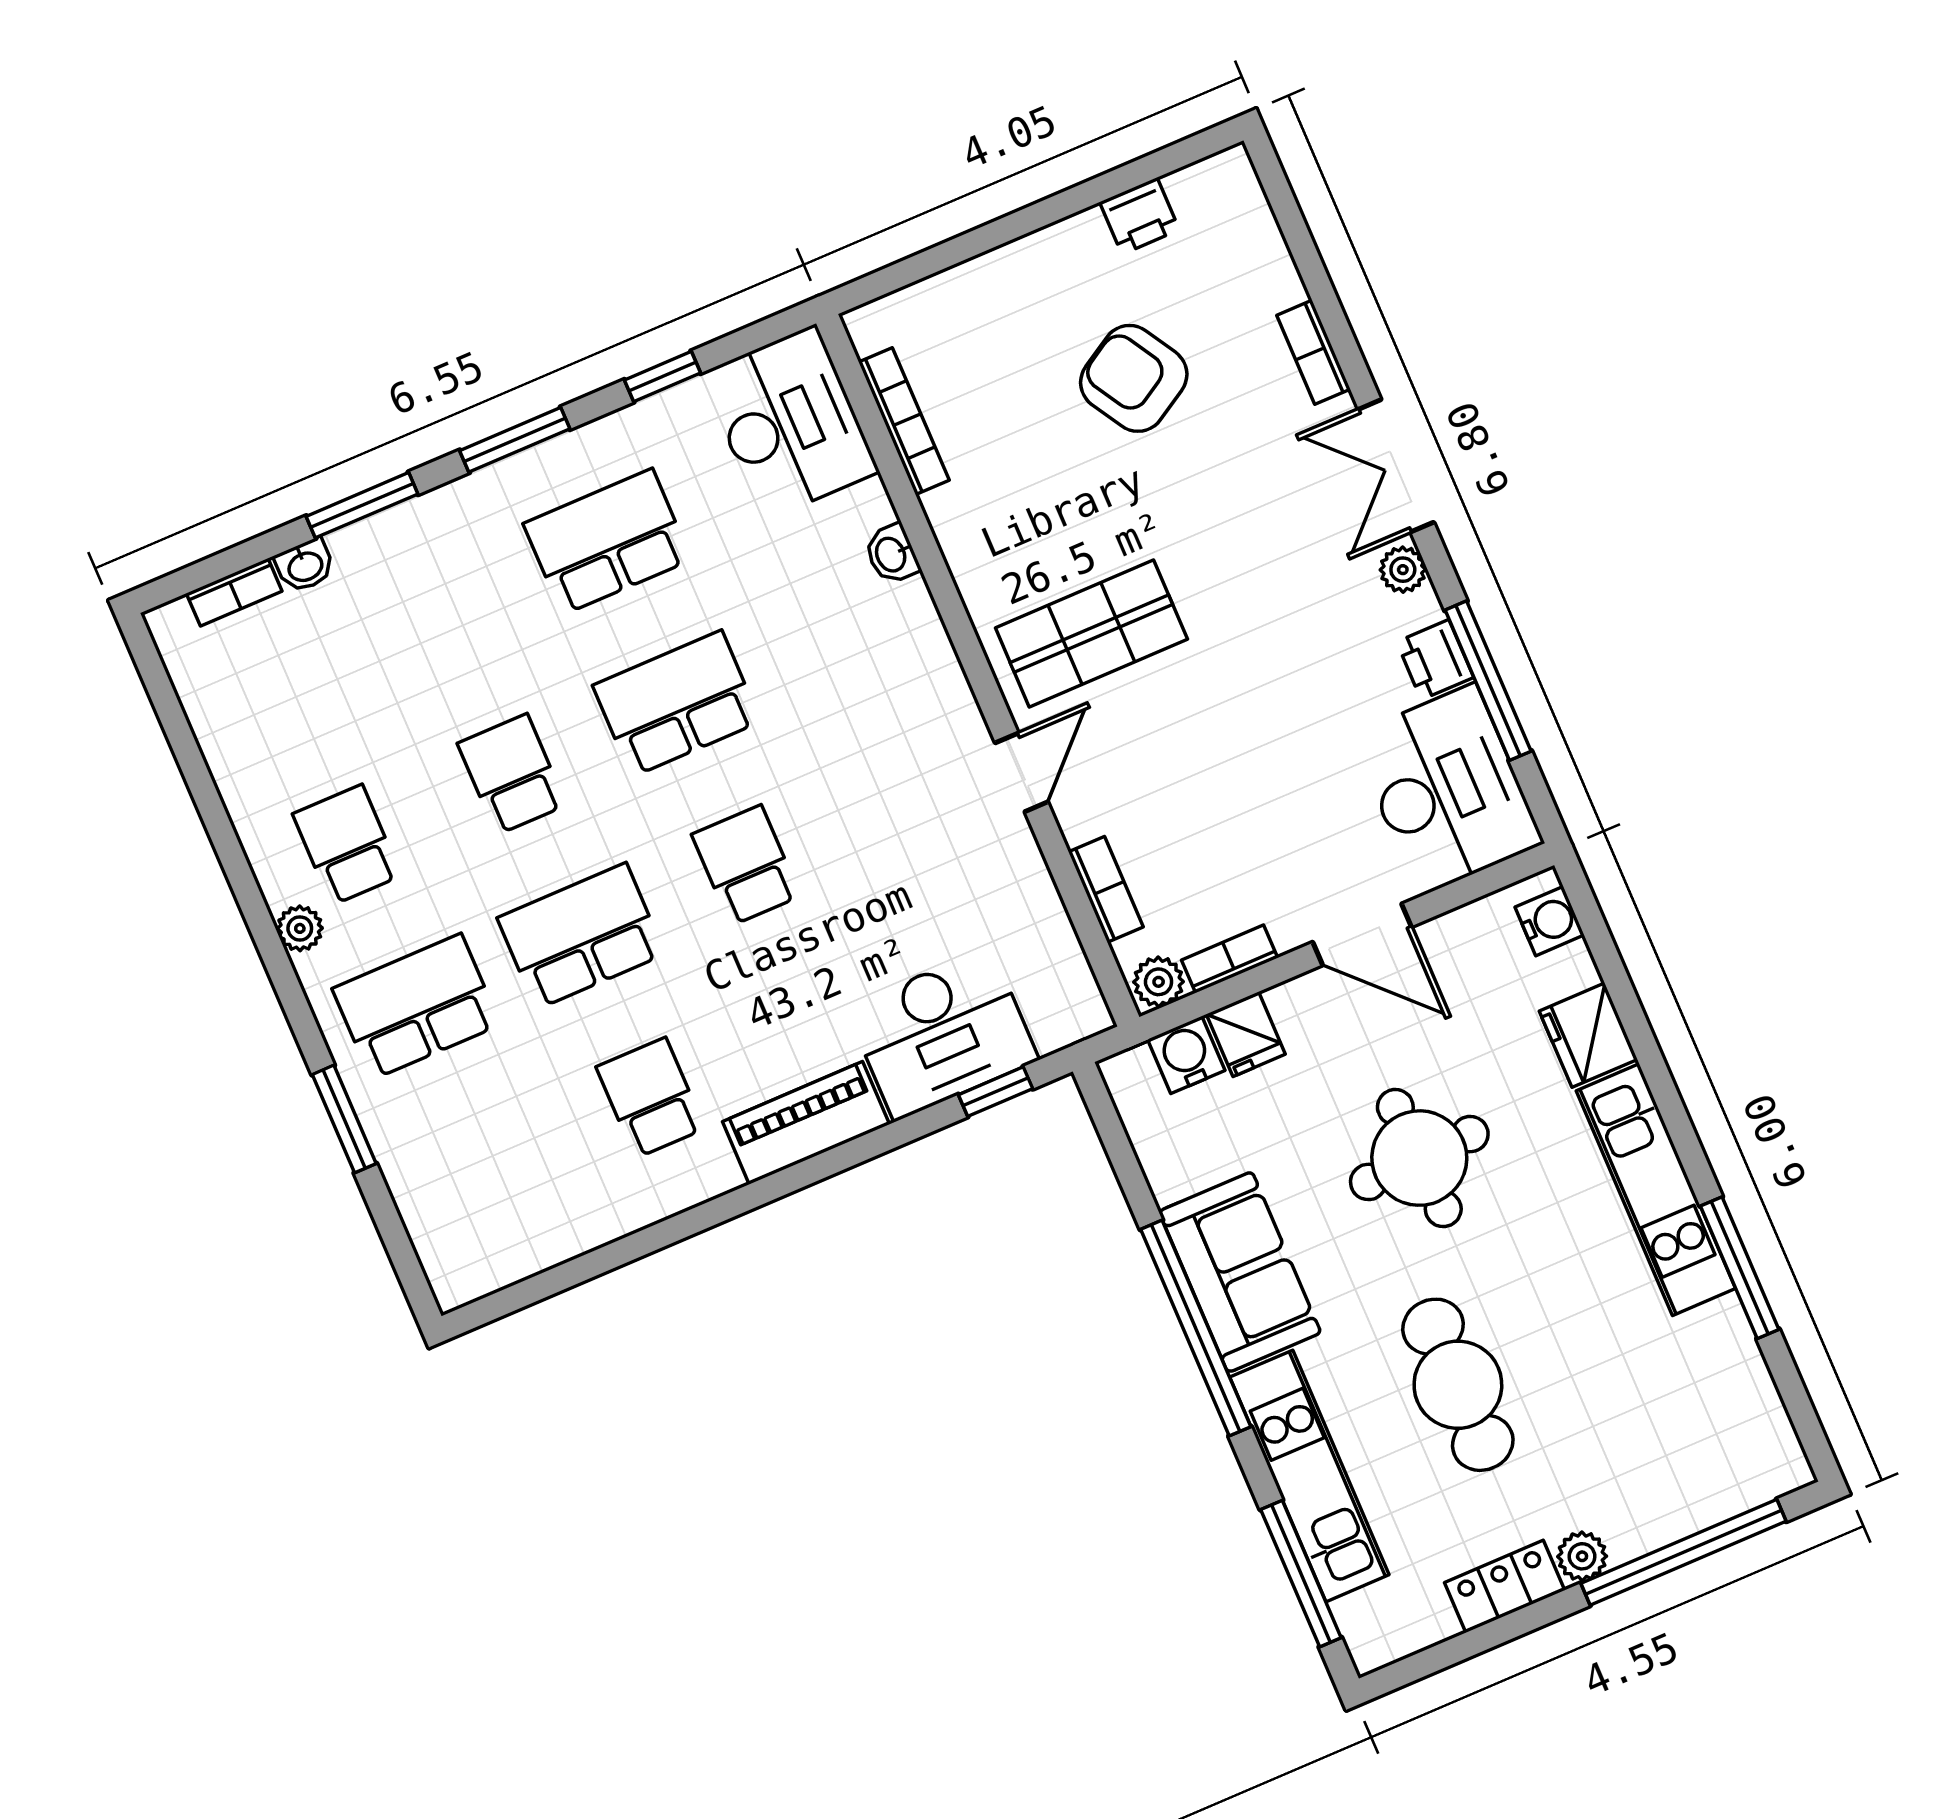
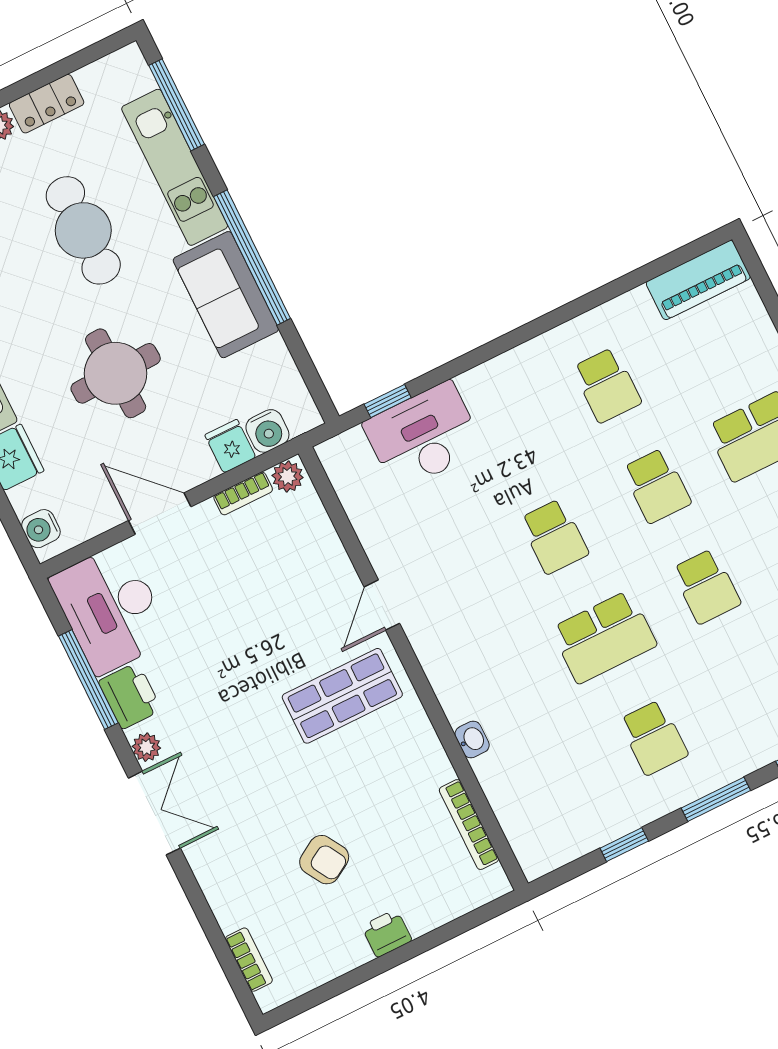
printer: (1139, 216) -> (387, 933), moved
bookcase: (1313, 352) -> (249, 960), moved
armchair: (1134, 378) -> (324, 860), width x0.72, depth x0.72
desk: (790, 423) -> (542, 820), removed
school desk: (607, 542) -> (654, 738), width x0.54
printer: (1435, 660) -> (130, 696), width x1.36, depth x1.24
bookcase: (1106, 889) -> (324, 534), removed
school desk: (581, 936) -> (657, 486), width x0.54
piano: (806, 1123) -> (698, 280), moved

